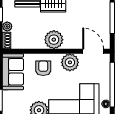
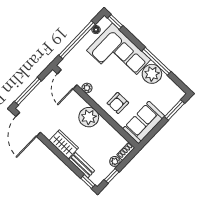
plant: (70, 62) -> (87, 88), width x0.53, depth x0.53

